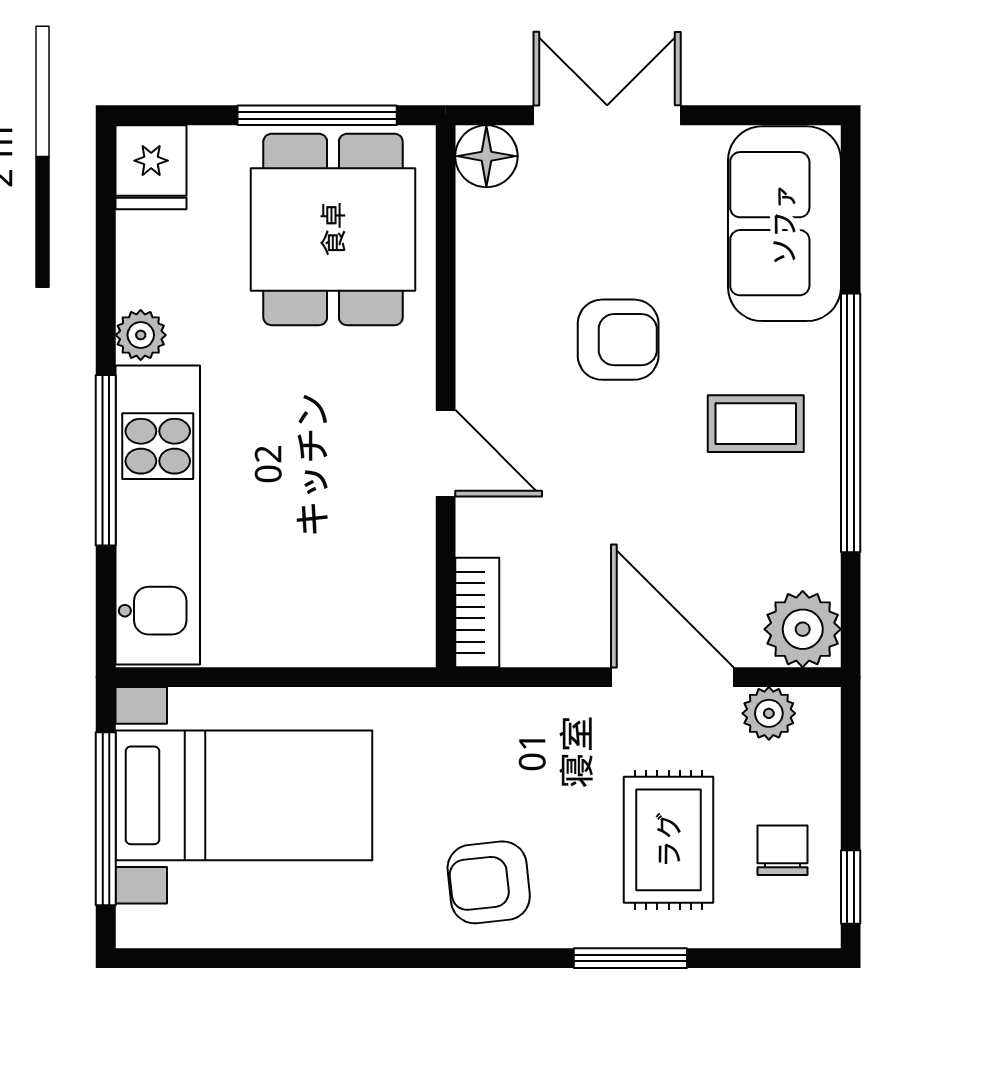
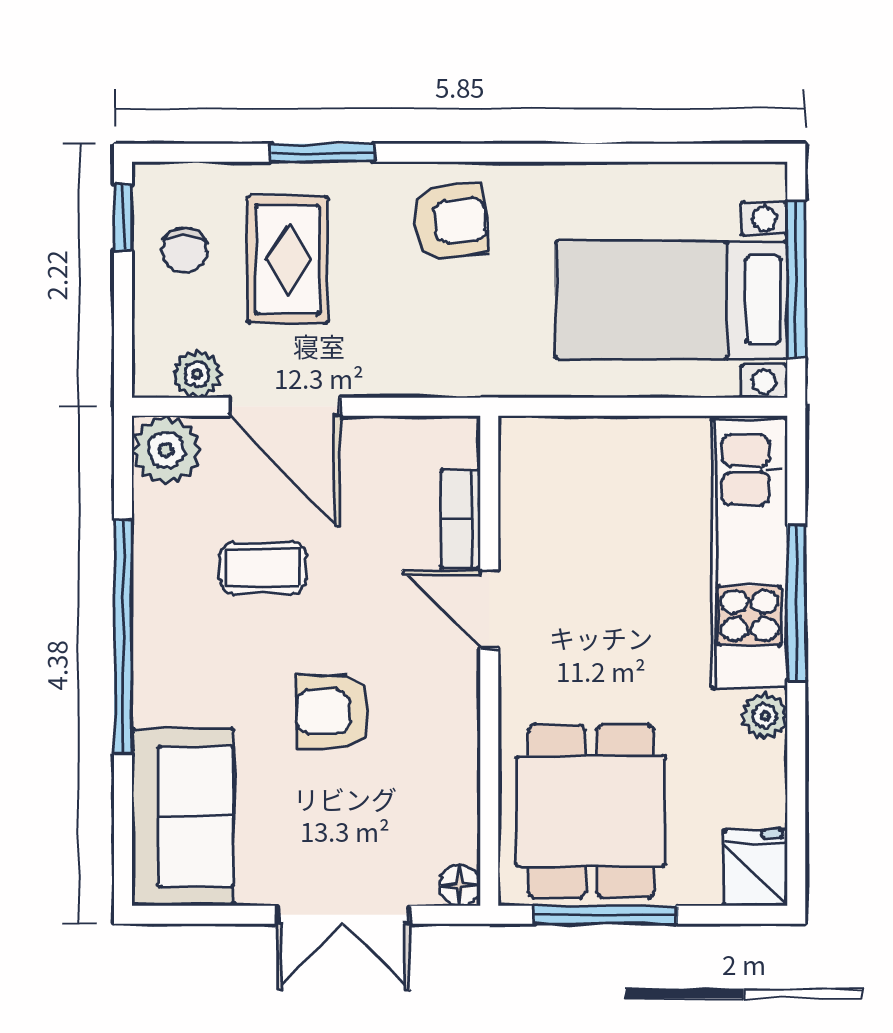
floor lamp: (486, 156) -> (460, 885), width x0.73, depth x0.73
coffee table: (756, 424) -> (263, 568), moved
bookcase: (477, 613) -> (460, 519), moved

